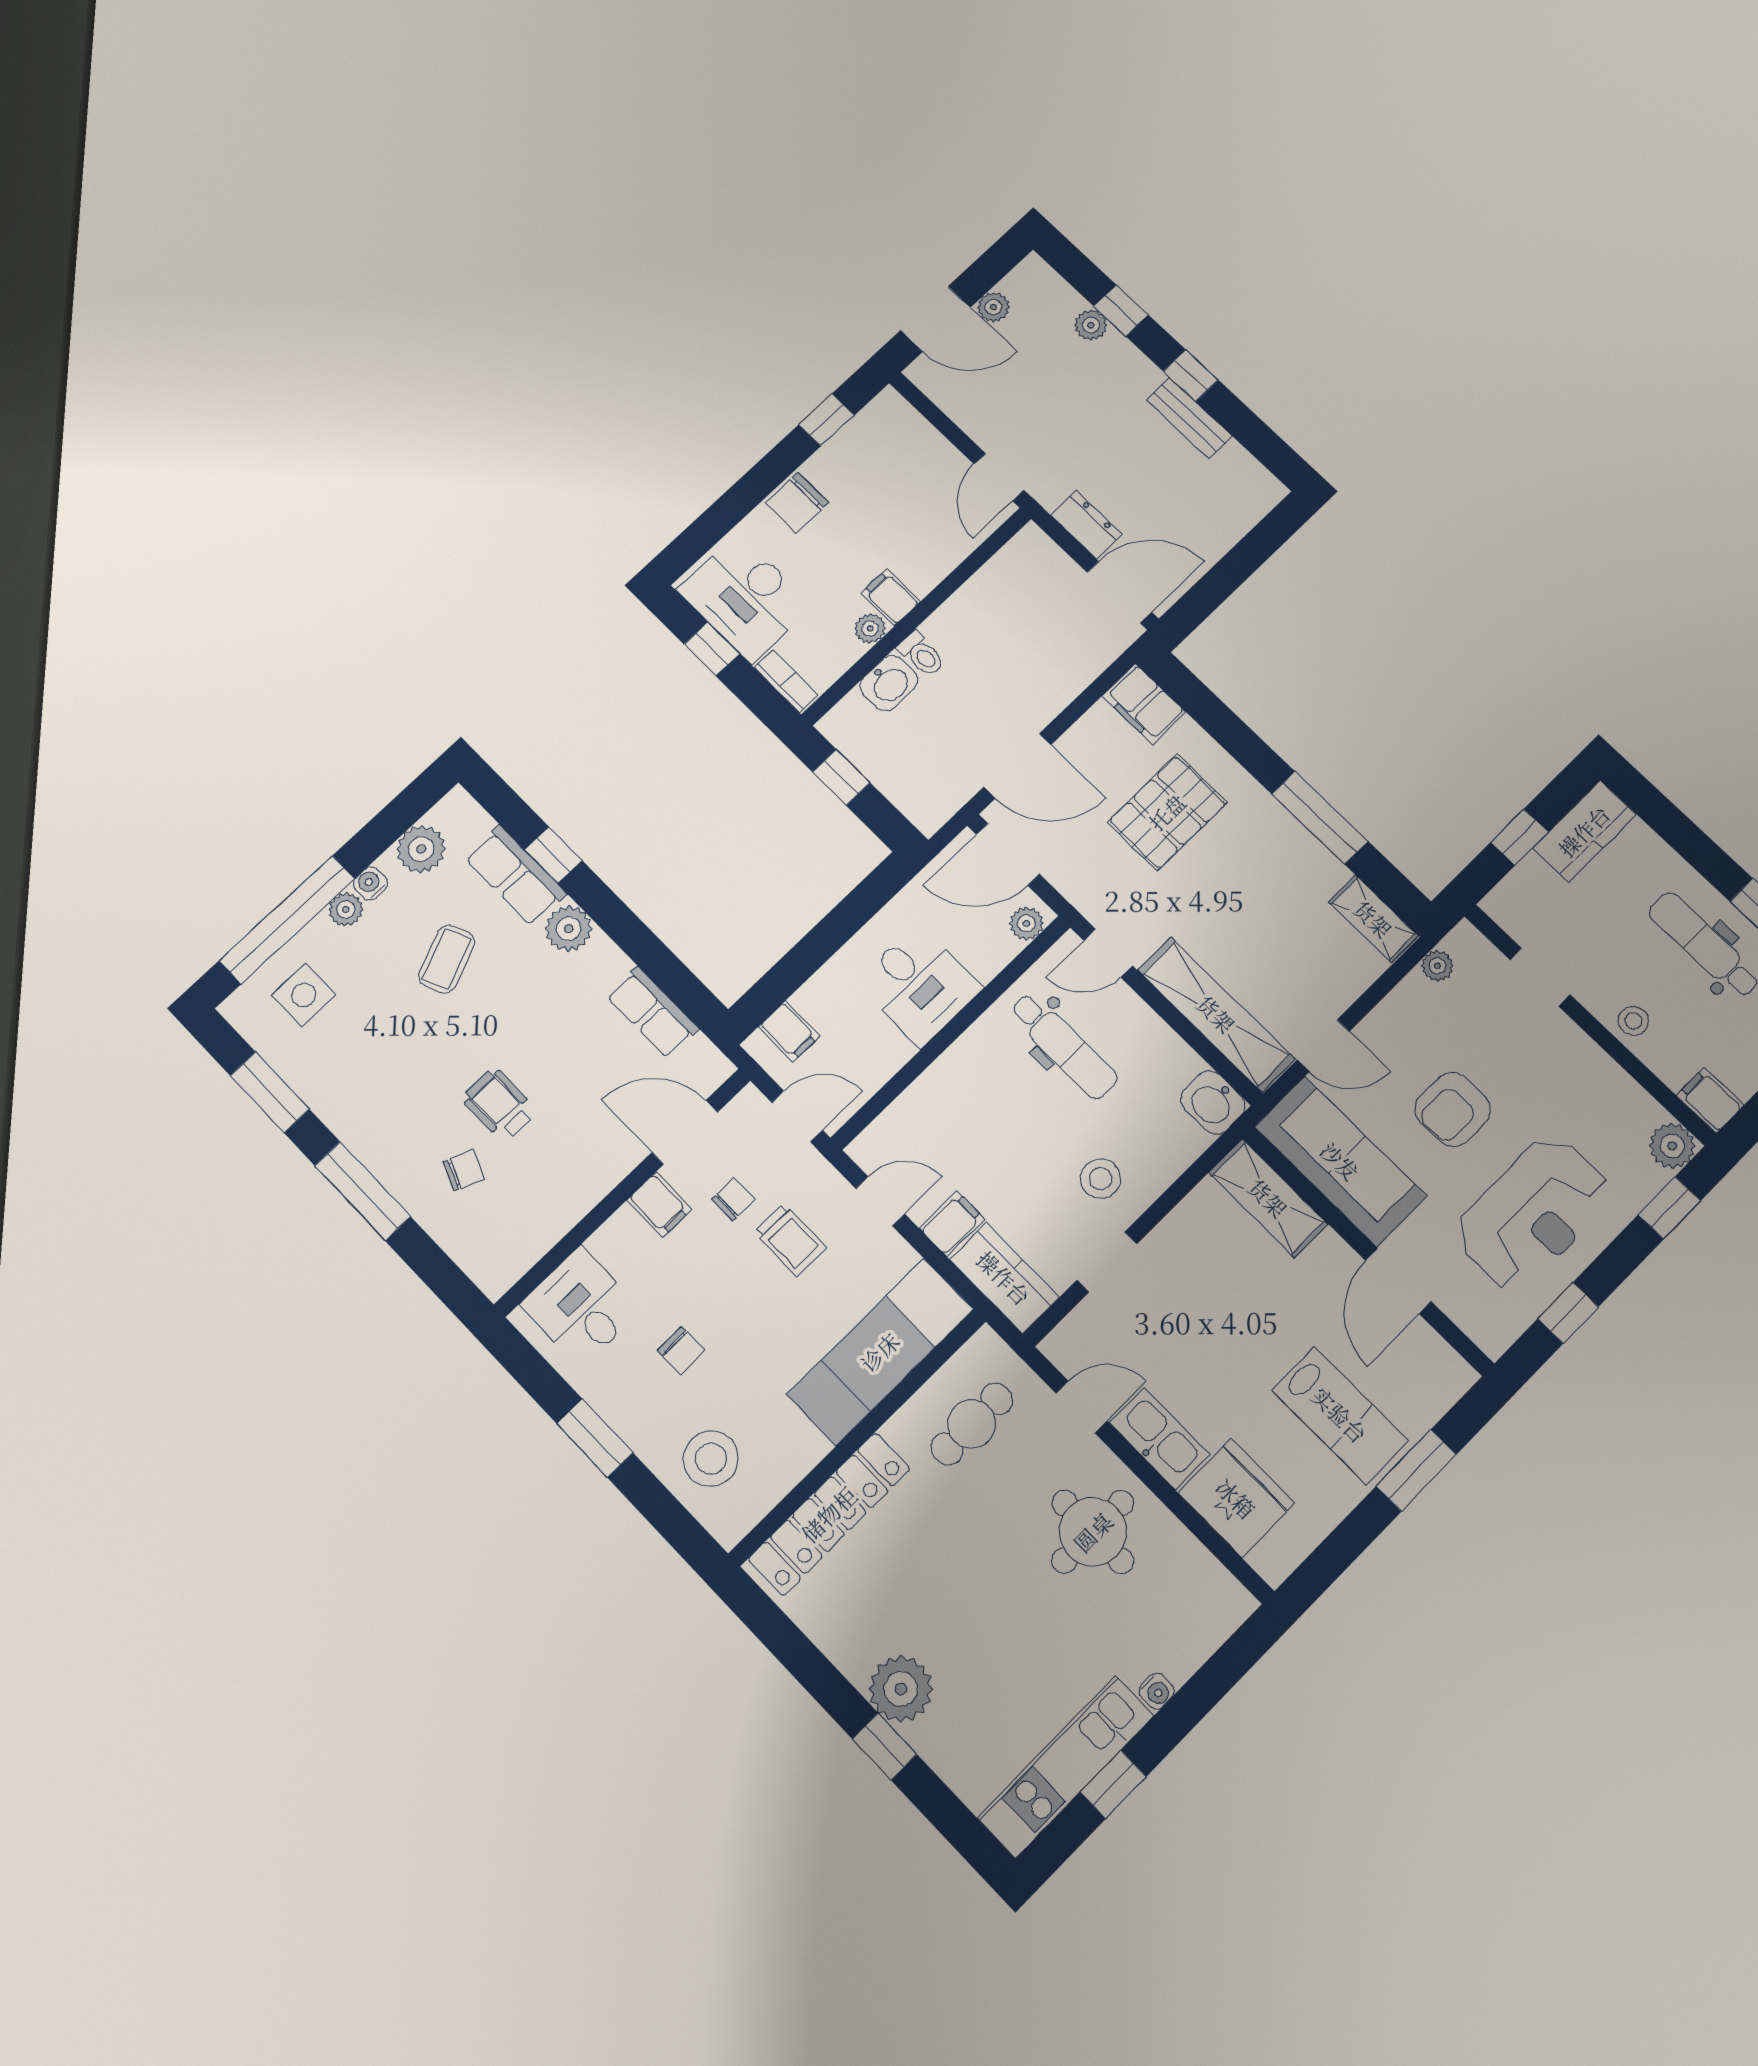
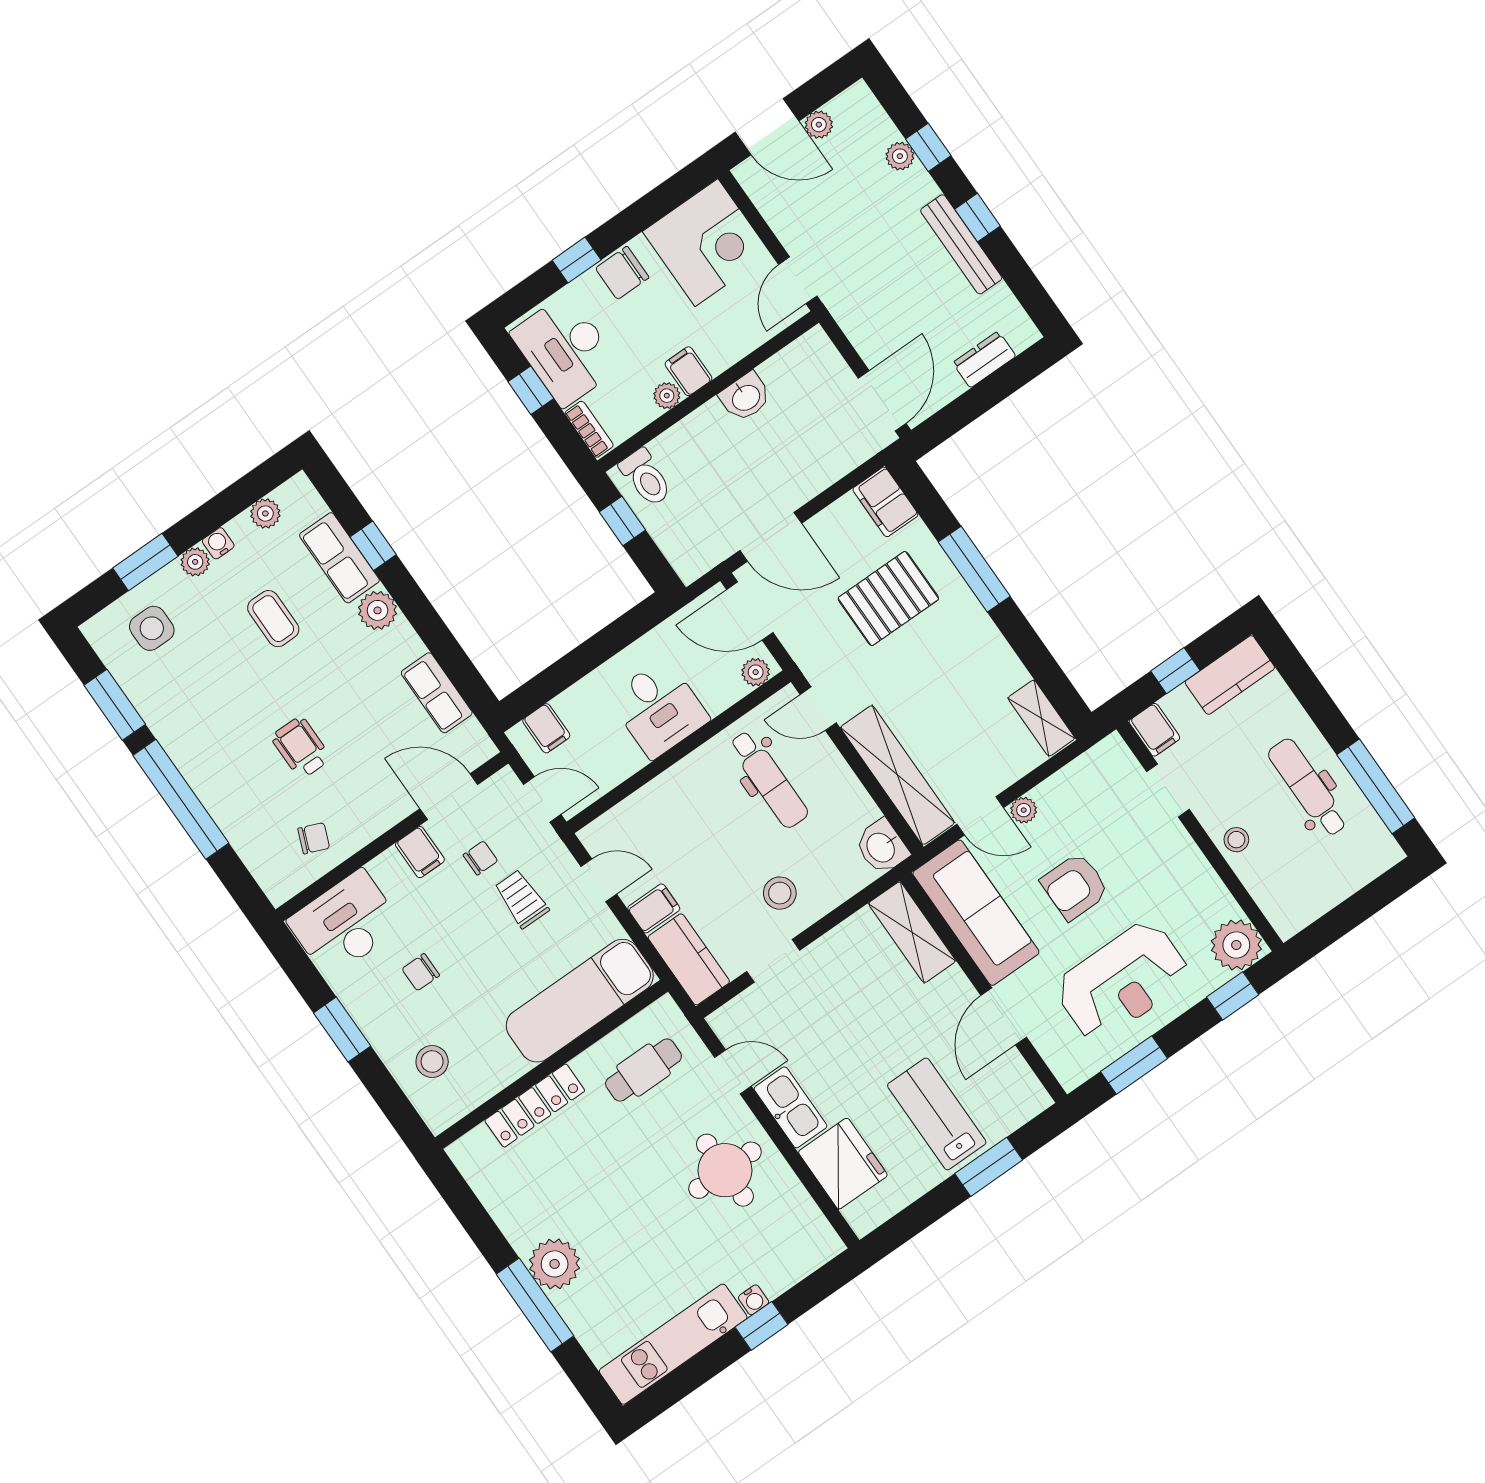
bench: (1189, 418) -> (961, 244), width x1.36
window: (826, 420) -> (577, 260), moved
corner desk: (888, 454) -> (706, 243), added
dresser: (1086, 525) -> (984, 359), moved, turned -90
door: (1119, 592) -> (882, 401), hinge flipped
toilet: (921, 654) -> (646, 478), moved, width x1.37, depth x1.39
washbasin: (889, 683) -> (745, 397), moved
window: (1320, 818) -> (974, 569), moved
plant: (421, 849) -> (265, 513), width x0.73, depth x0.73
window: (287, 920) -> (145, 562), width x0.47
coffee table: (446, 959) -> (273, 619), turned -67
plant: (1437, 966) -> (1024, 810), moved
filing cabinet: (1710, 1100) -> (1154, 730), moved, turned 180
plant: (1672, 1146) -> (1236, 945), width x1.36, depth x1.36
chair: (464, 1170) -> (314, 838), moved
window: (363, 1191) -> (181, 799), width x1.46
trolley: (790, 1240) -> (521, 899), turned 180
desk: (581, 1307) -> (345, 924), width x1.37
window: (1568, 1313) -> (1134, 1065), width x1.50
chair: (681, 1351) -> (421, 972), turned 90
lab bench: (1340, 1415) -> (937, 1114), turned 180
stool: (711, 1459) -> (432, 1061), width x0.73, depth x0.73
locker: (829, 1514) -> (535, 1106), width x0.71, depth x0.83
window: (885, 1747) -> (535, 1305), width x2.17
window: (1113, 1784) -> (762, 1326), moved

